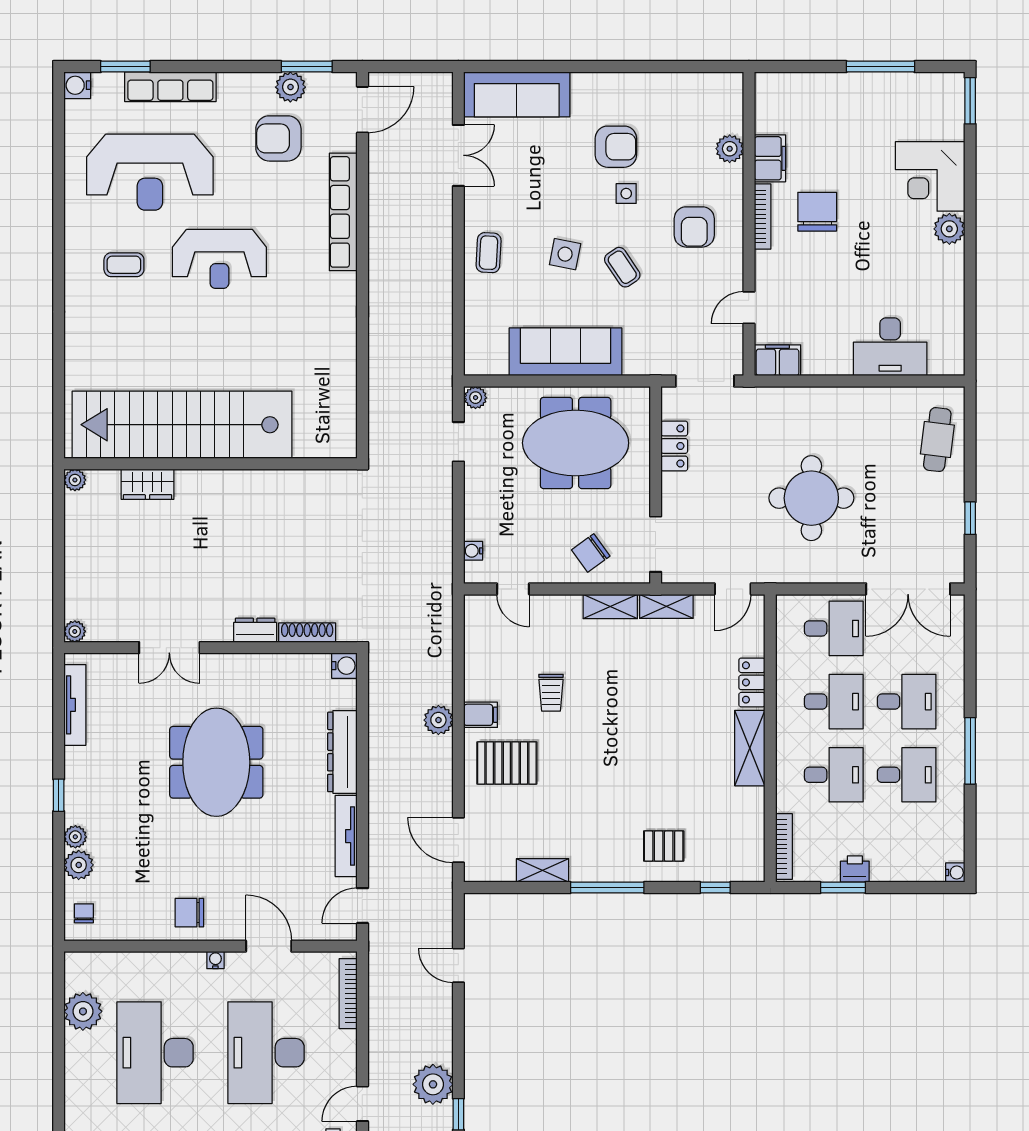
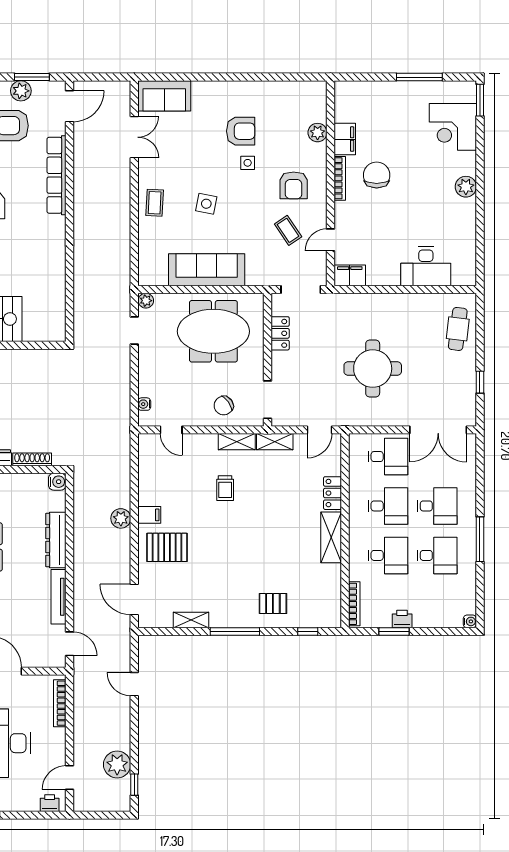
sofa: (517, 94) -> (164, 96), width x0.73
corner desk: (930, 176) -> (453, 127), moved
coffee table: (622, 267) -> (288, 230), moved
trolley: (551, 693) -> (225, 488), moved
door: (362, 906) -> (69, 644), swing flipped

